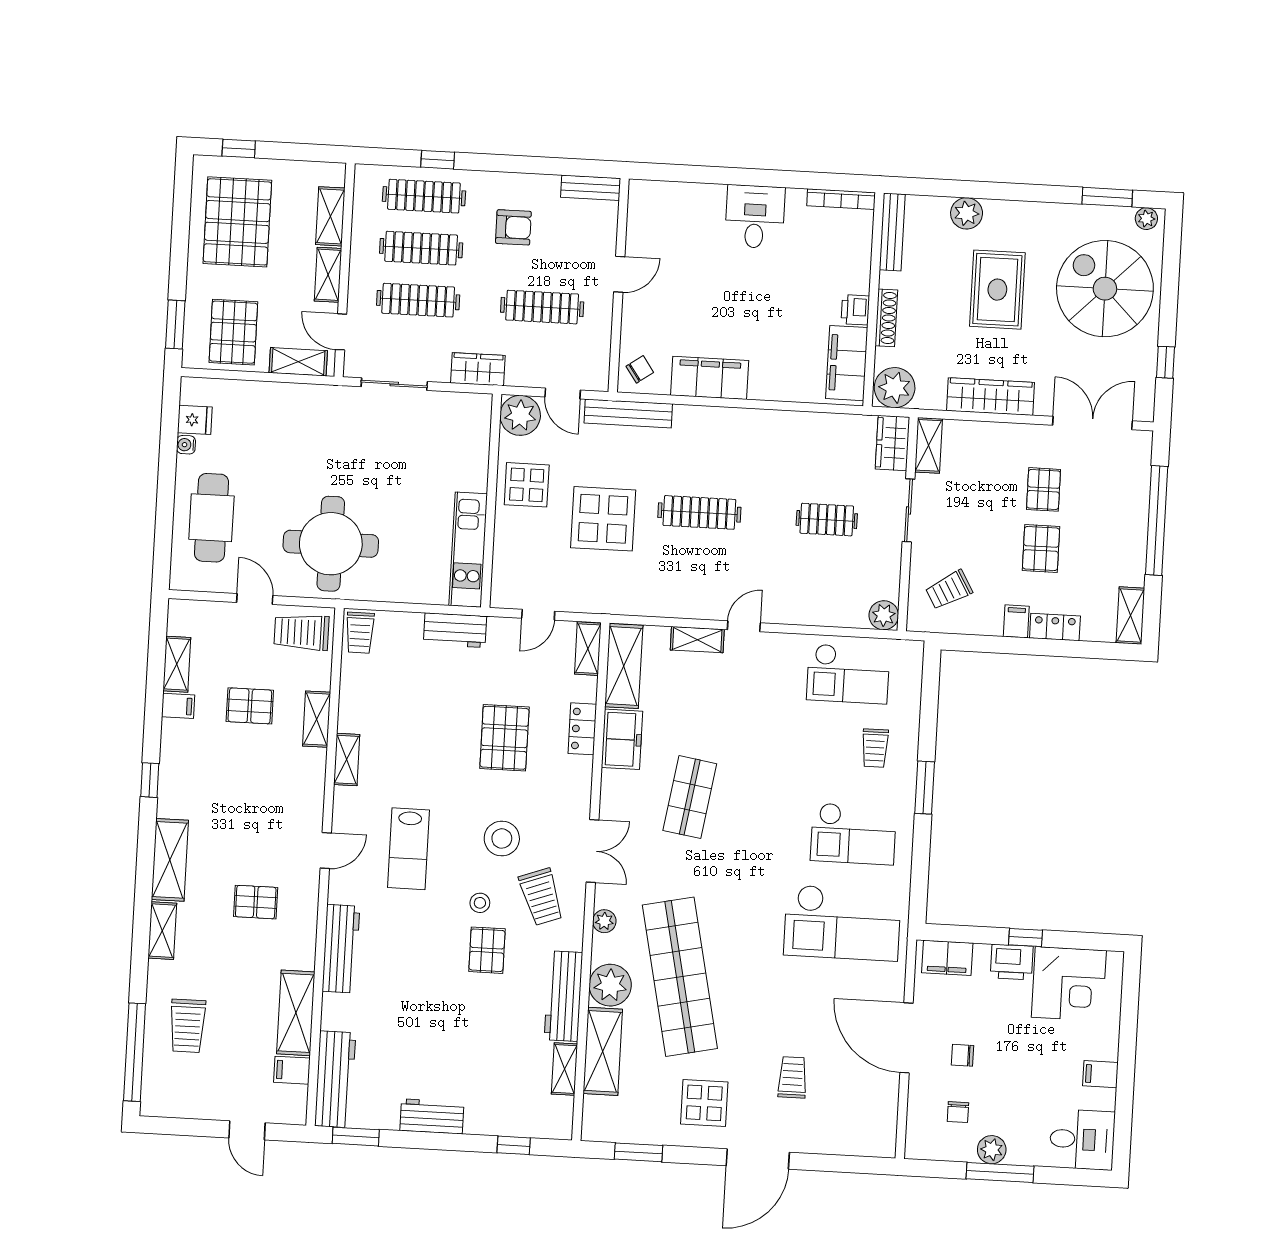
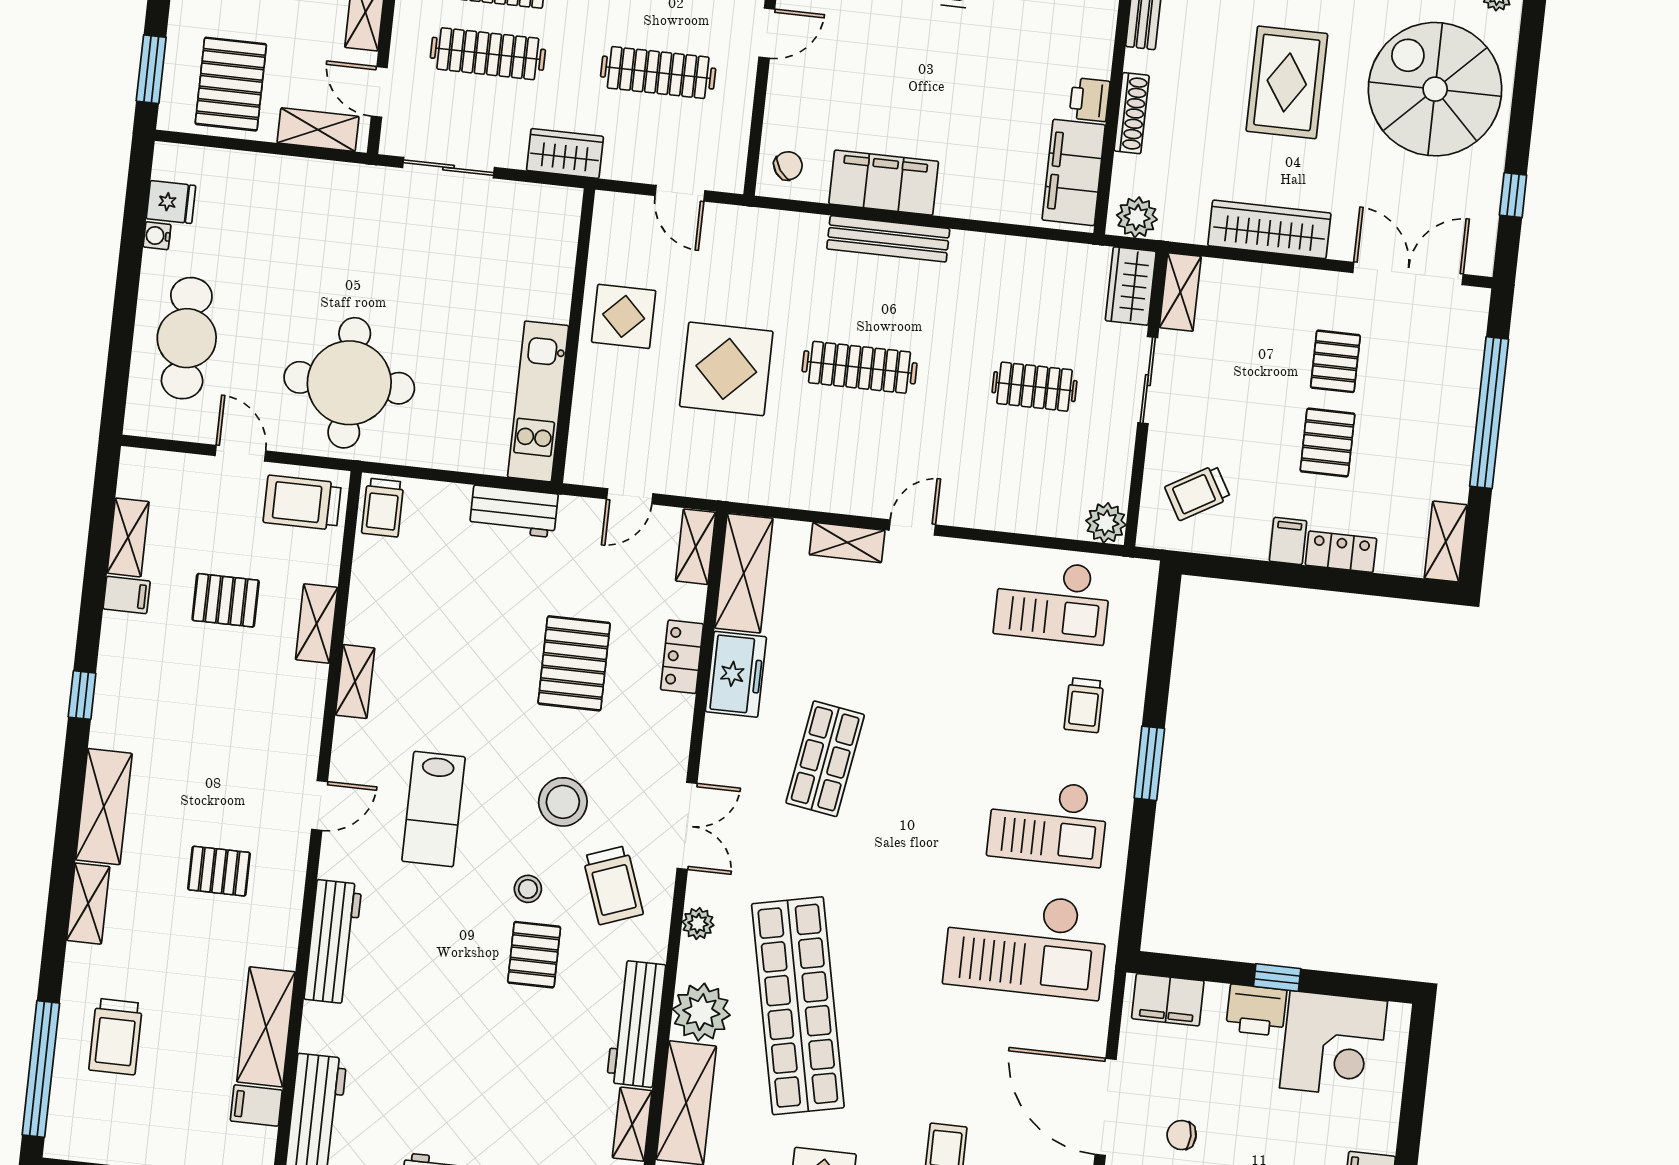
plant: (895, 388) -> (1137, 217), width x0.73, depth x0.73
bench: (628, 413) -> (888, 239), moved
plant: (520, 415) -> (620, 220), removed

